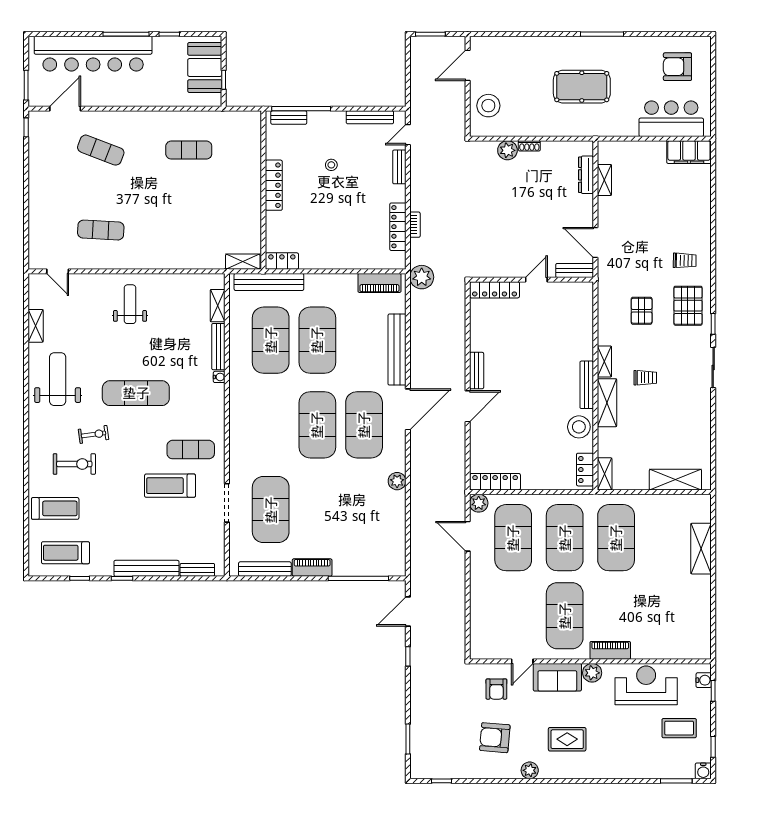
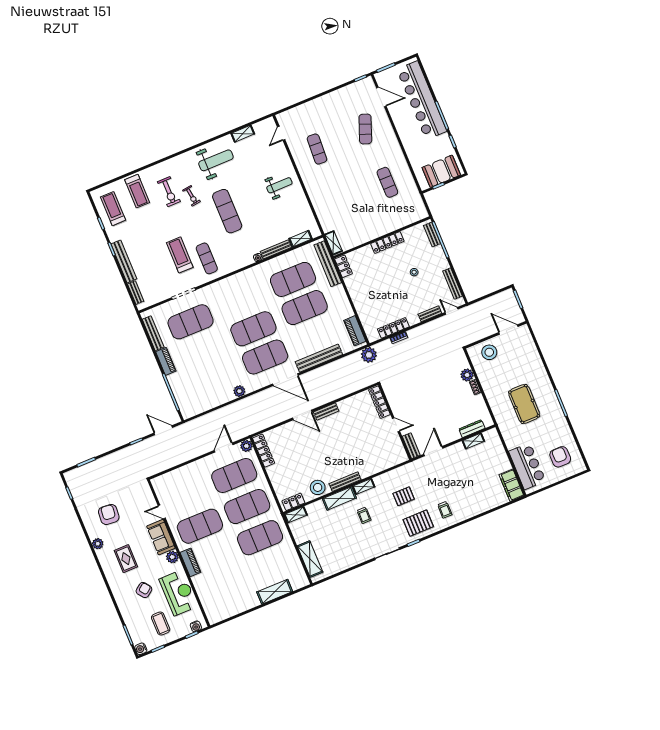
armchair: (496, 689) -> (144, 590), moved, turned 143

